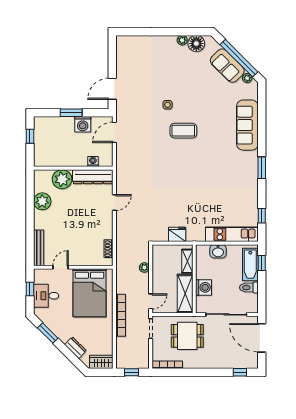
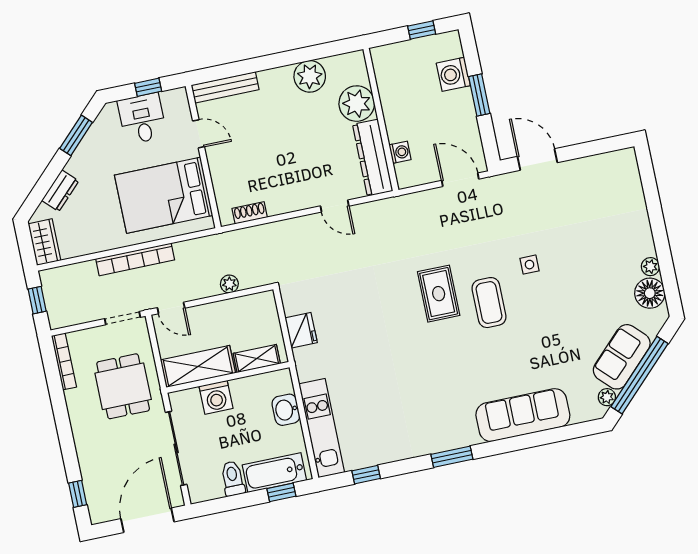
washing machine: (83, 124) -> (453, 74), moved
rug: (173, 157) -> (439, 294), added

